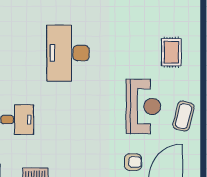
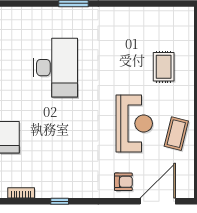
desk: (68, 53) -> (55, 68), turned 180

